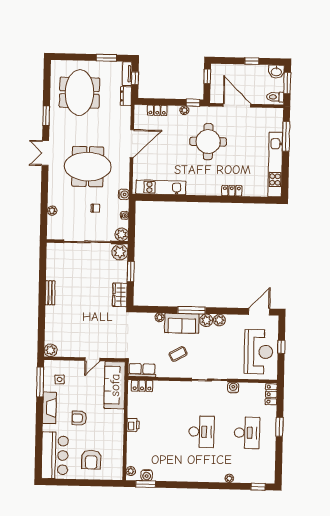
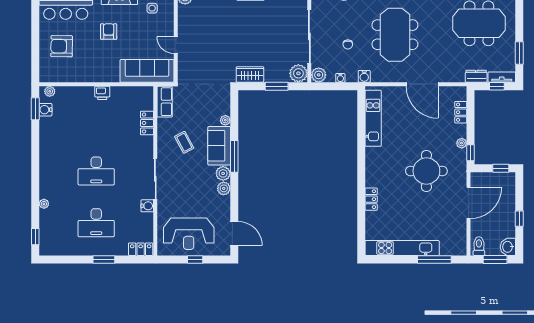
locker: (142, 386) -> (147, 123), moved

